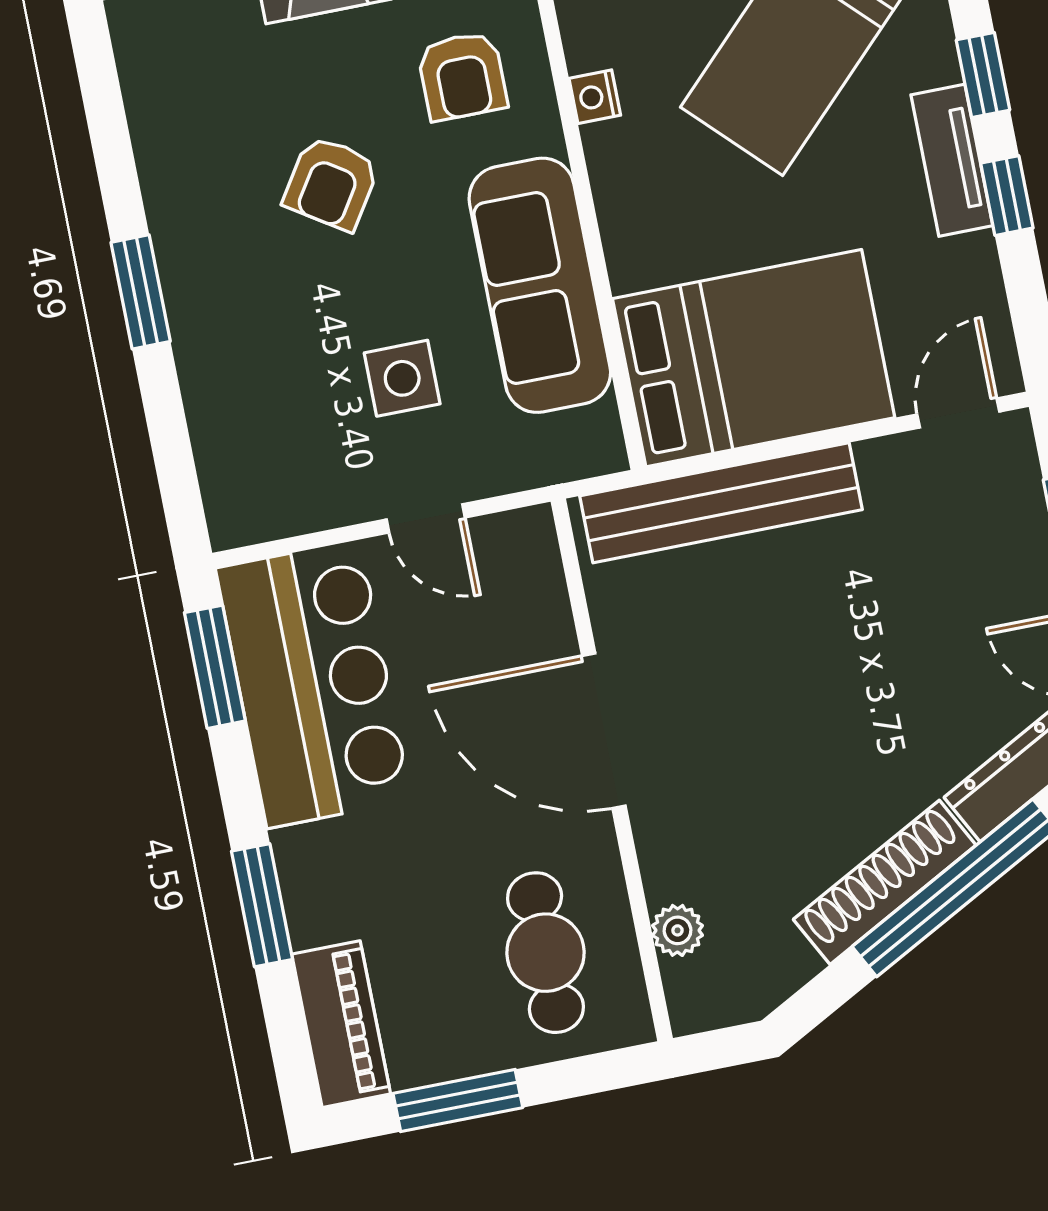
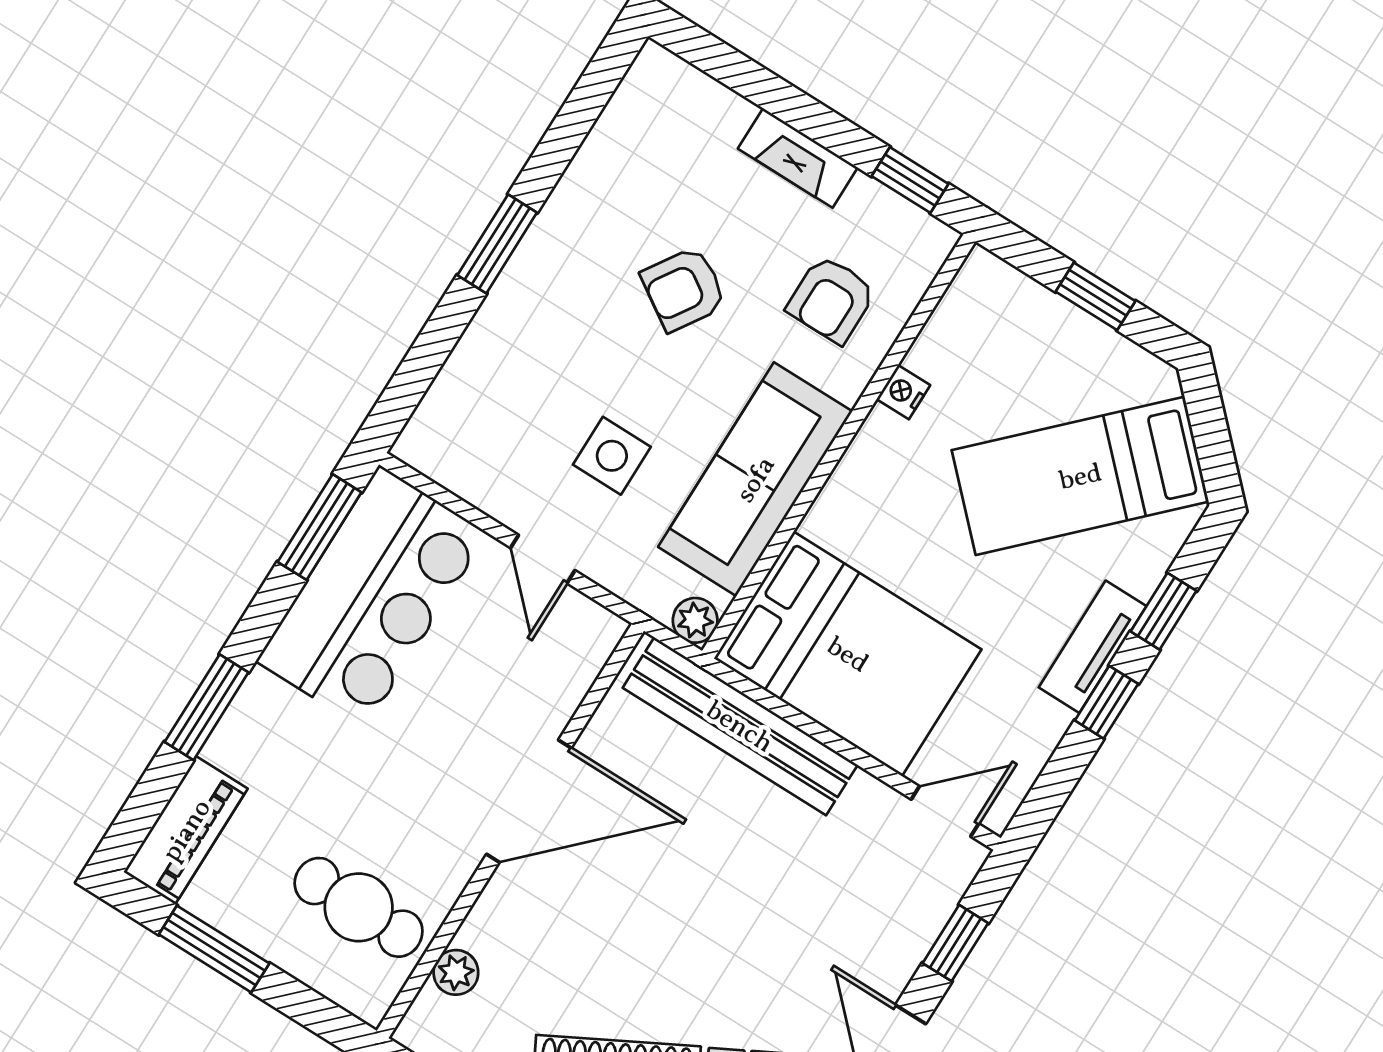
plant: (600, 450) -> (695, 620), added
door: (604, 731) -> (529, 801), swing flipped
cafe table: (545, 953) -> (359, 907), turned 90

